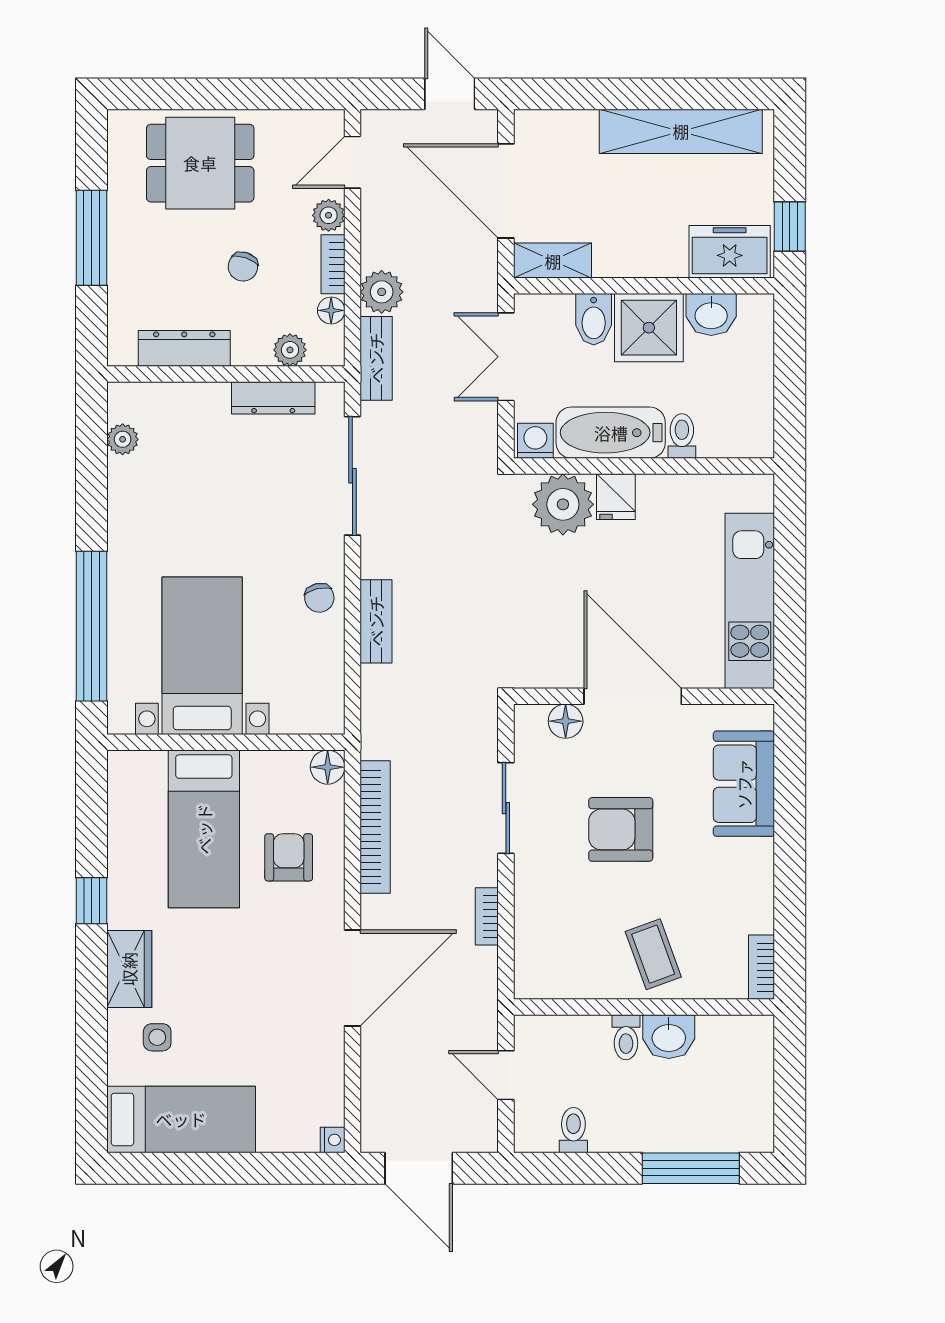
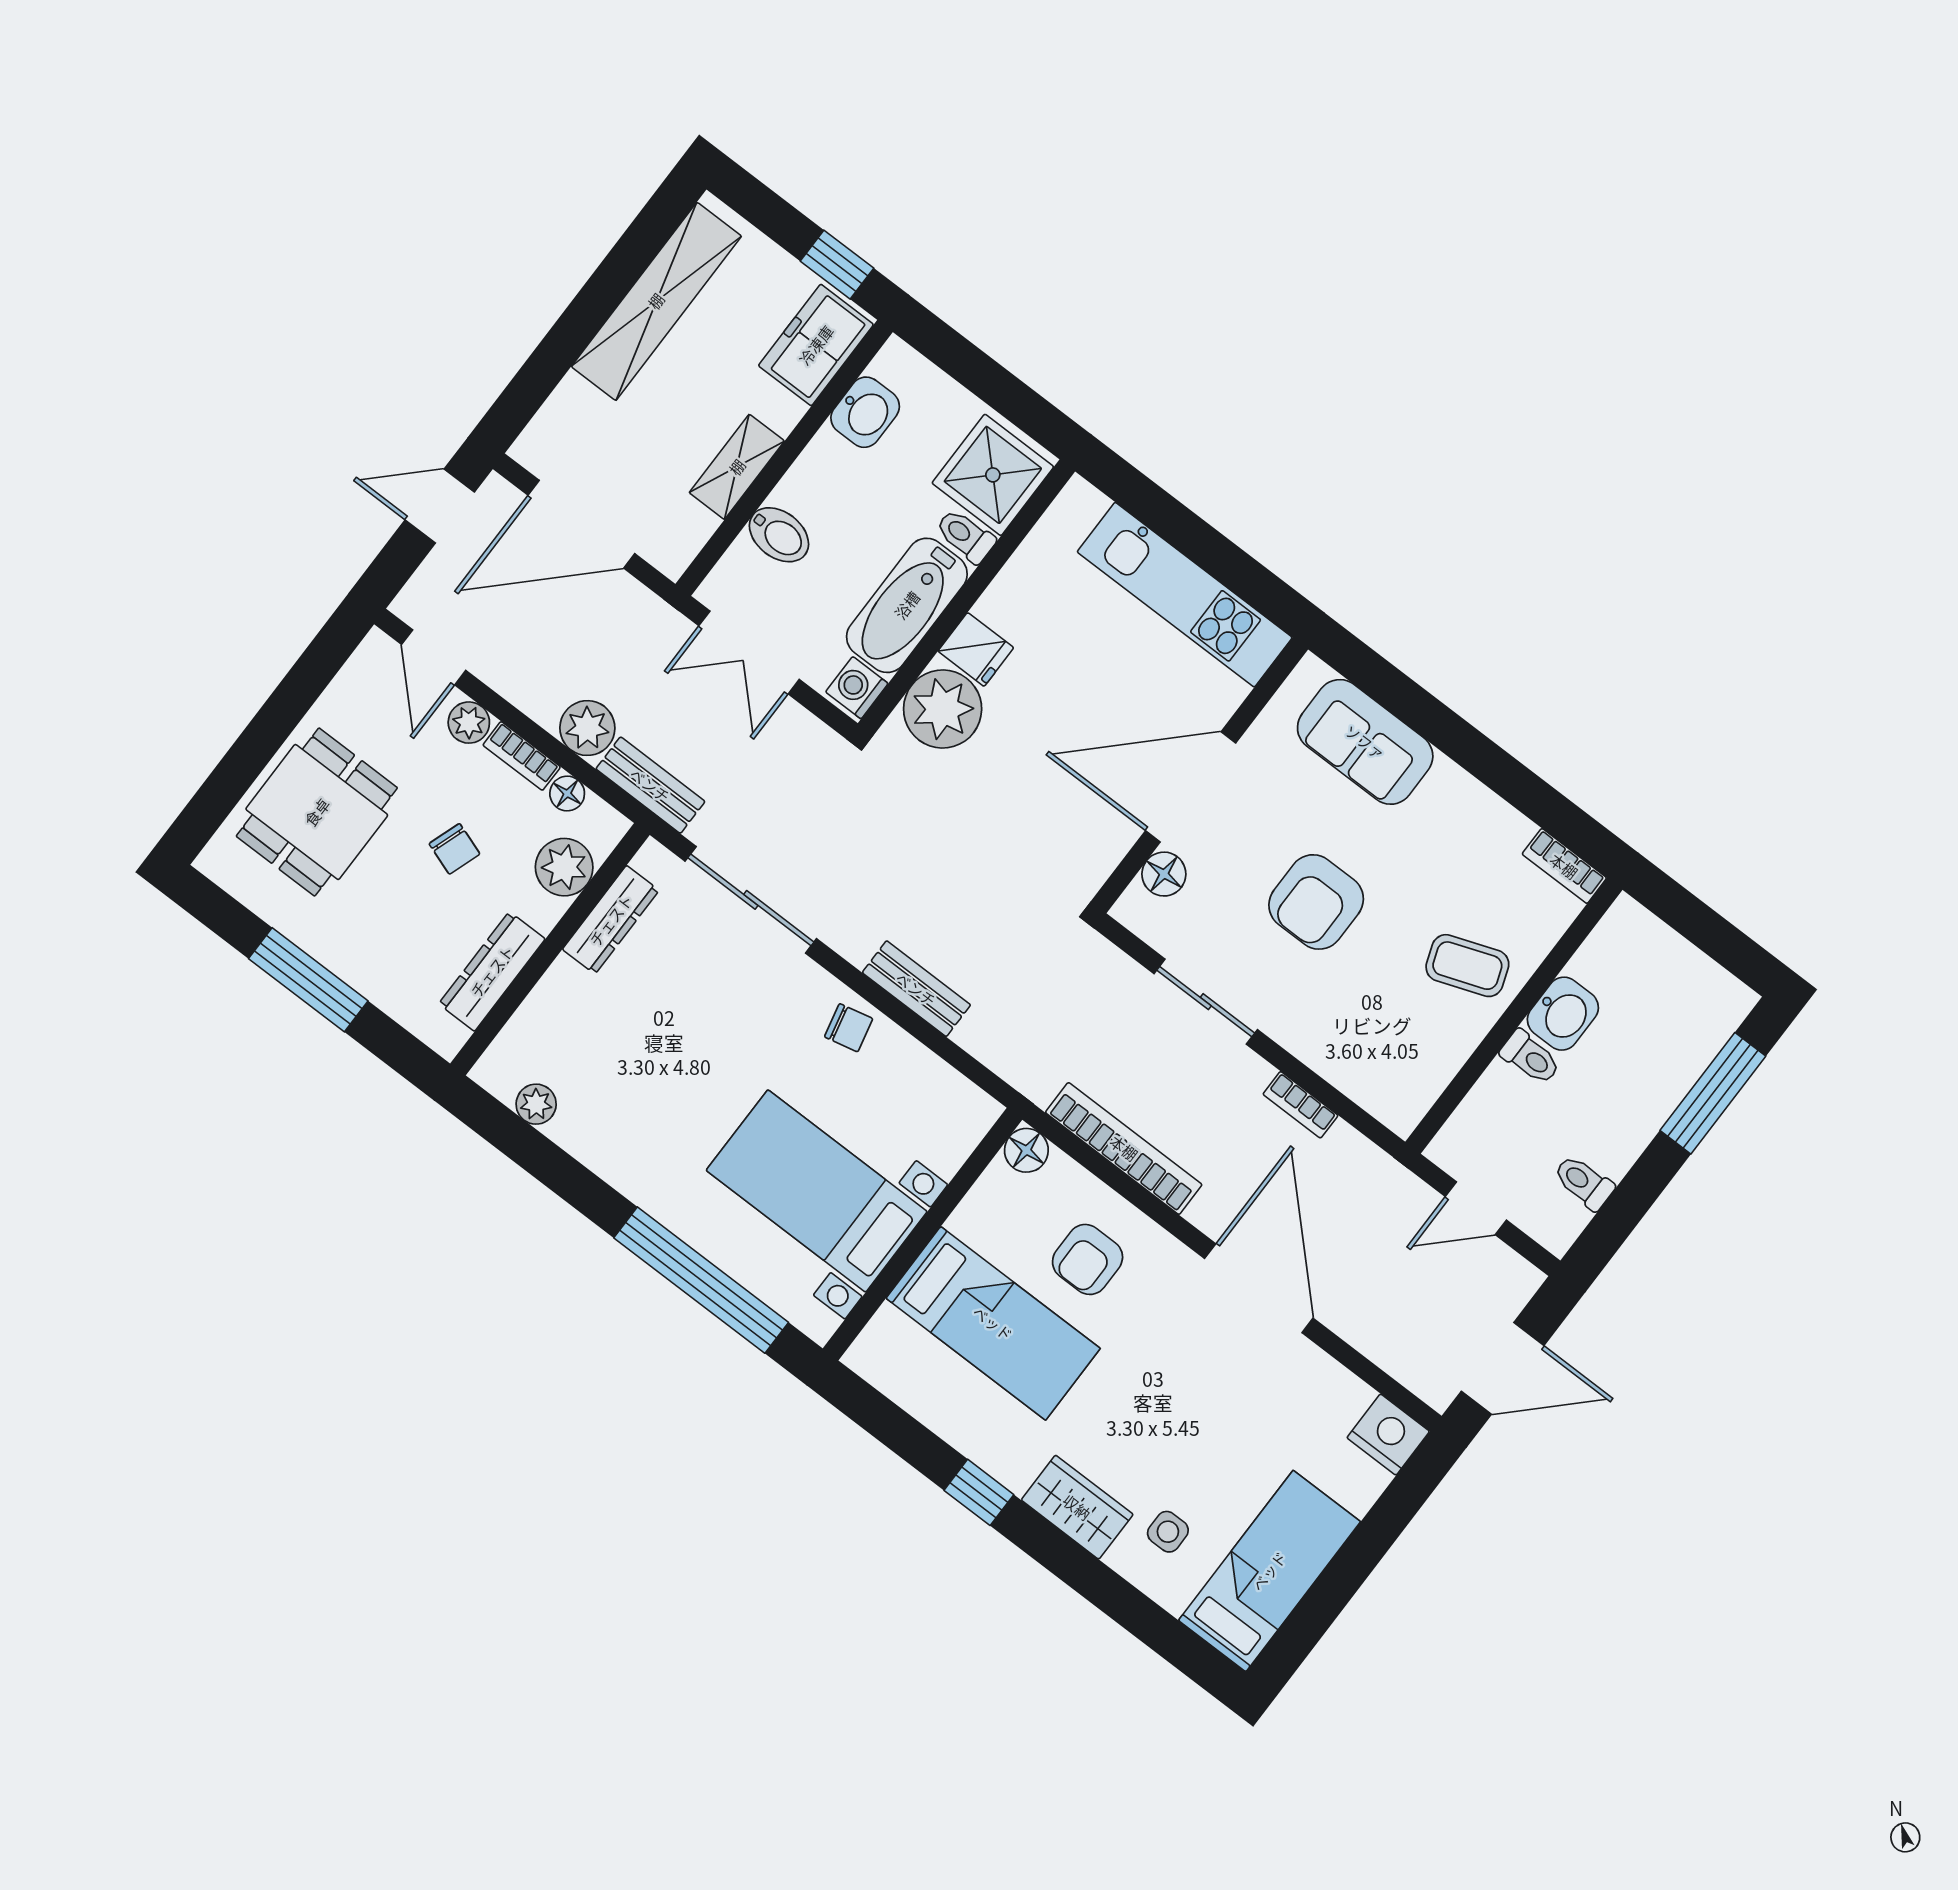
shelving: (553, 261) -> (737, 467), moved
shower: (649, 328) -> (993, 475), moved
plant: (290, 350) -> (564, 867), width x1.38, depth x1.38
armchair: (289, 857) -> (1088, 1259), turned -90
nightstand: (333, 1140) -> (1388, 1435), width x1.89, depth x1.79

